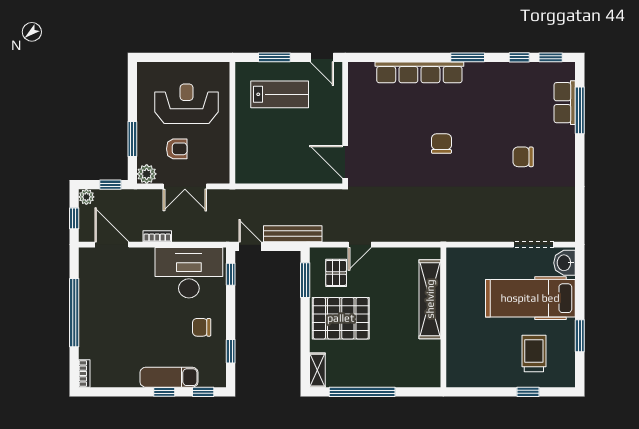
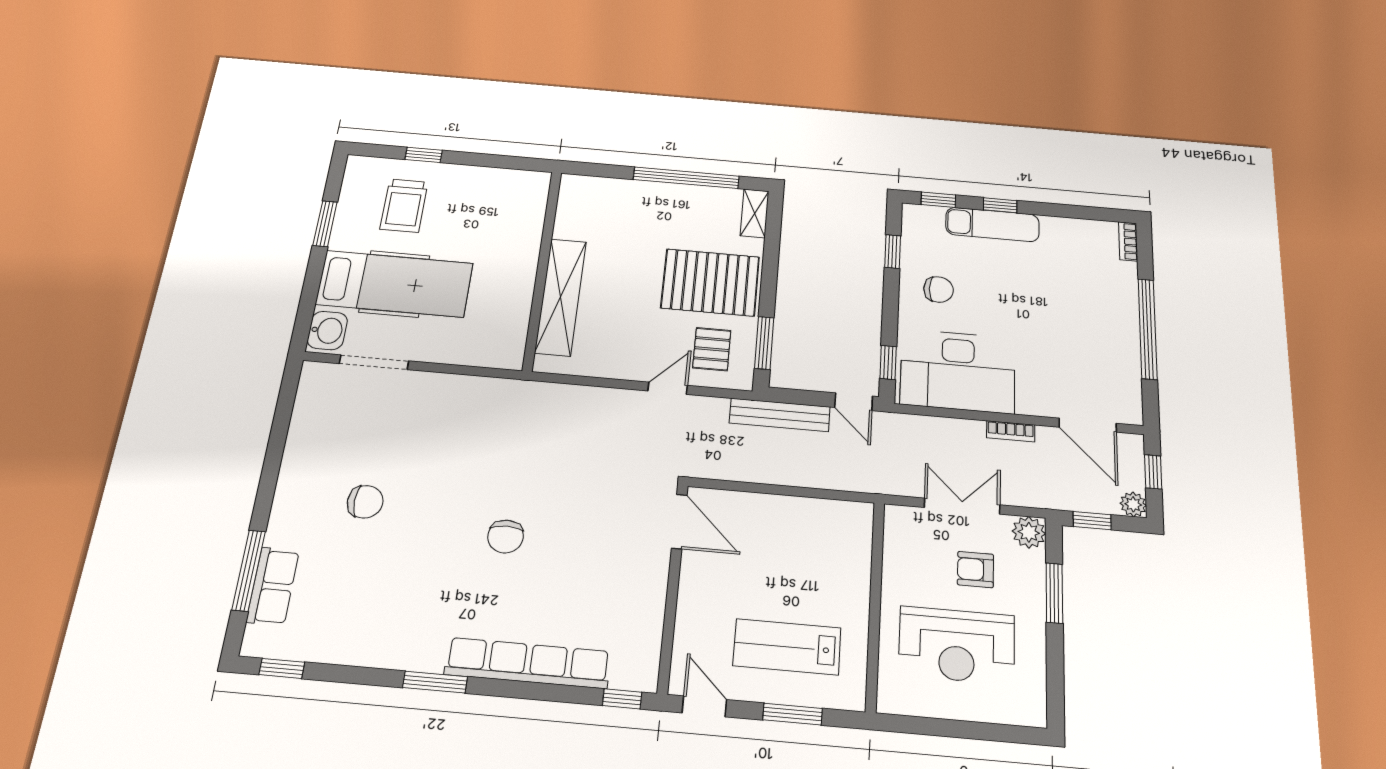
window: (519, 57) -> (622, 699), moved

